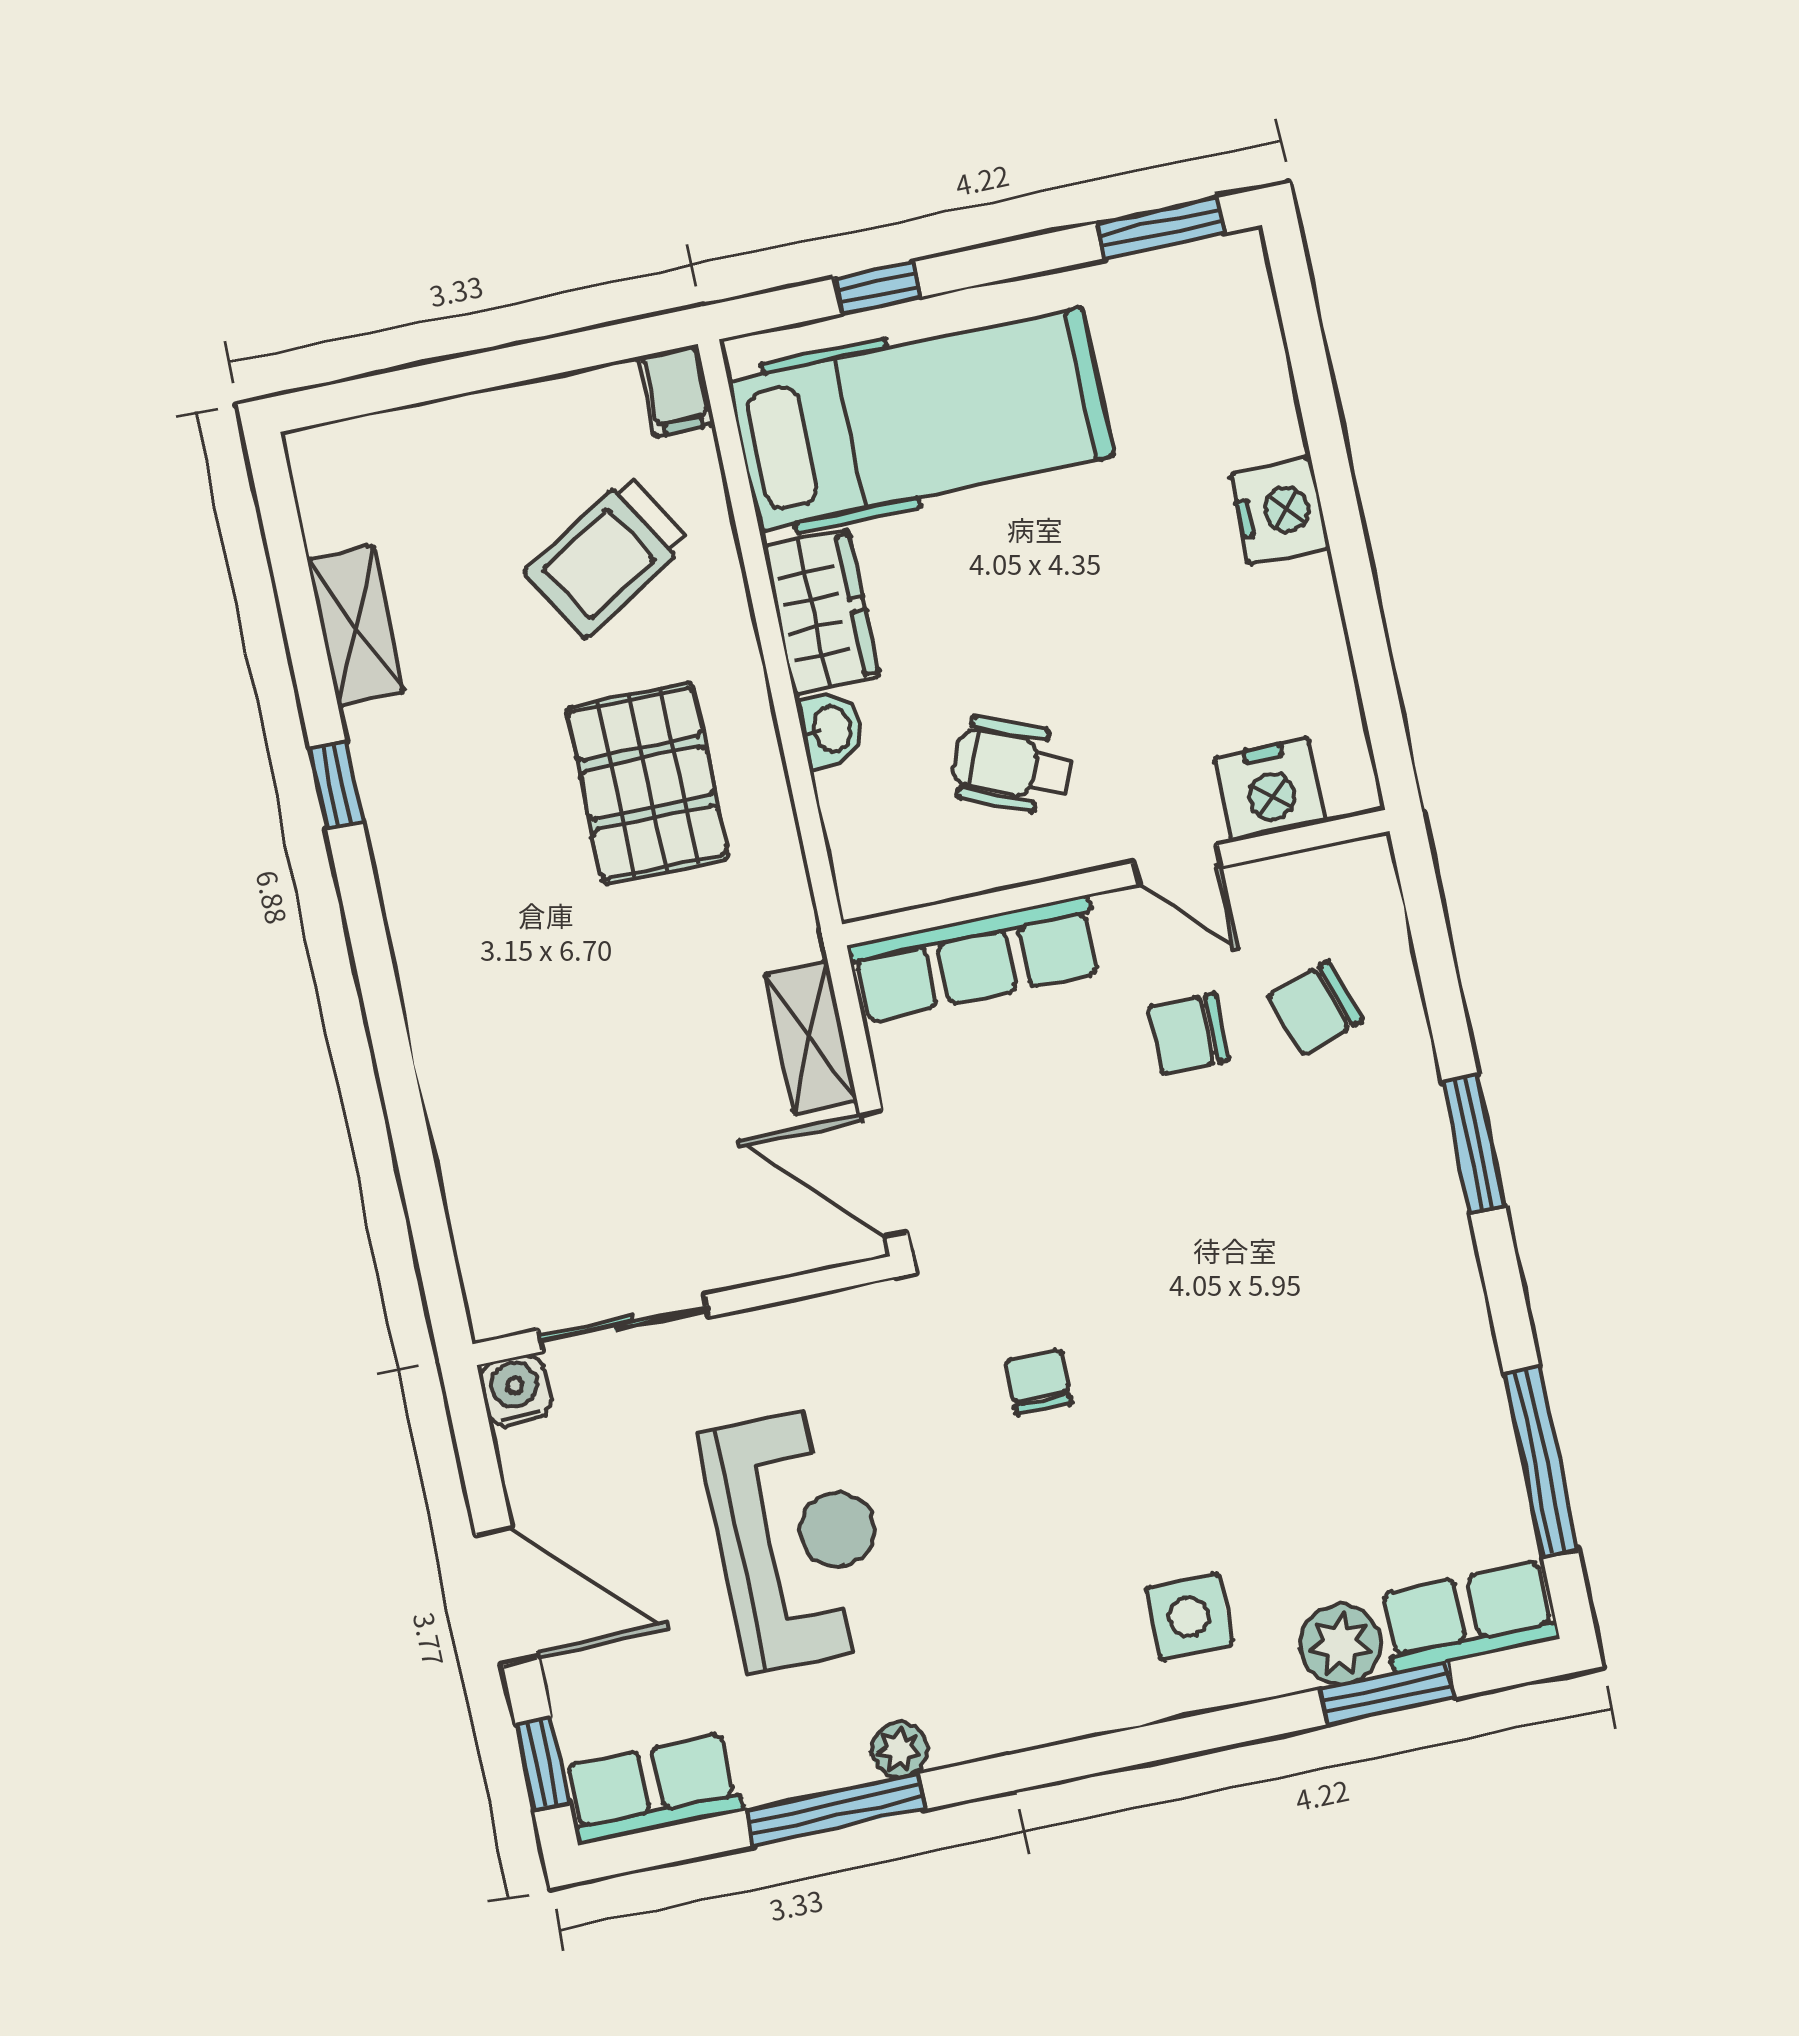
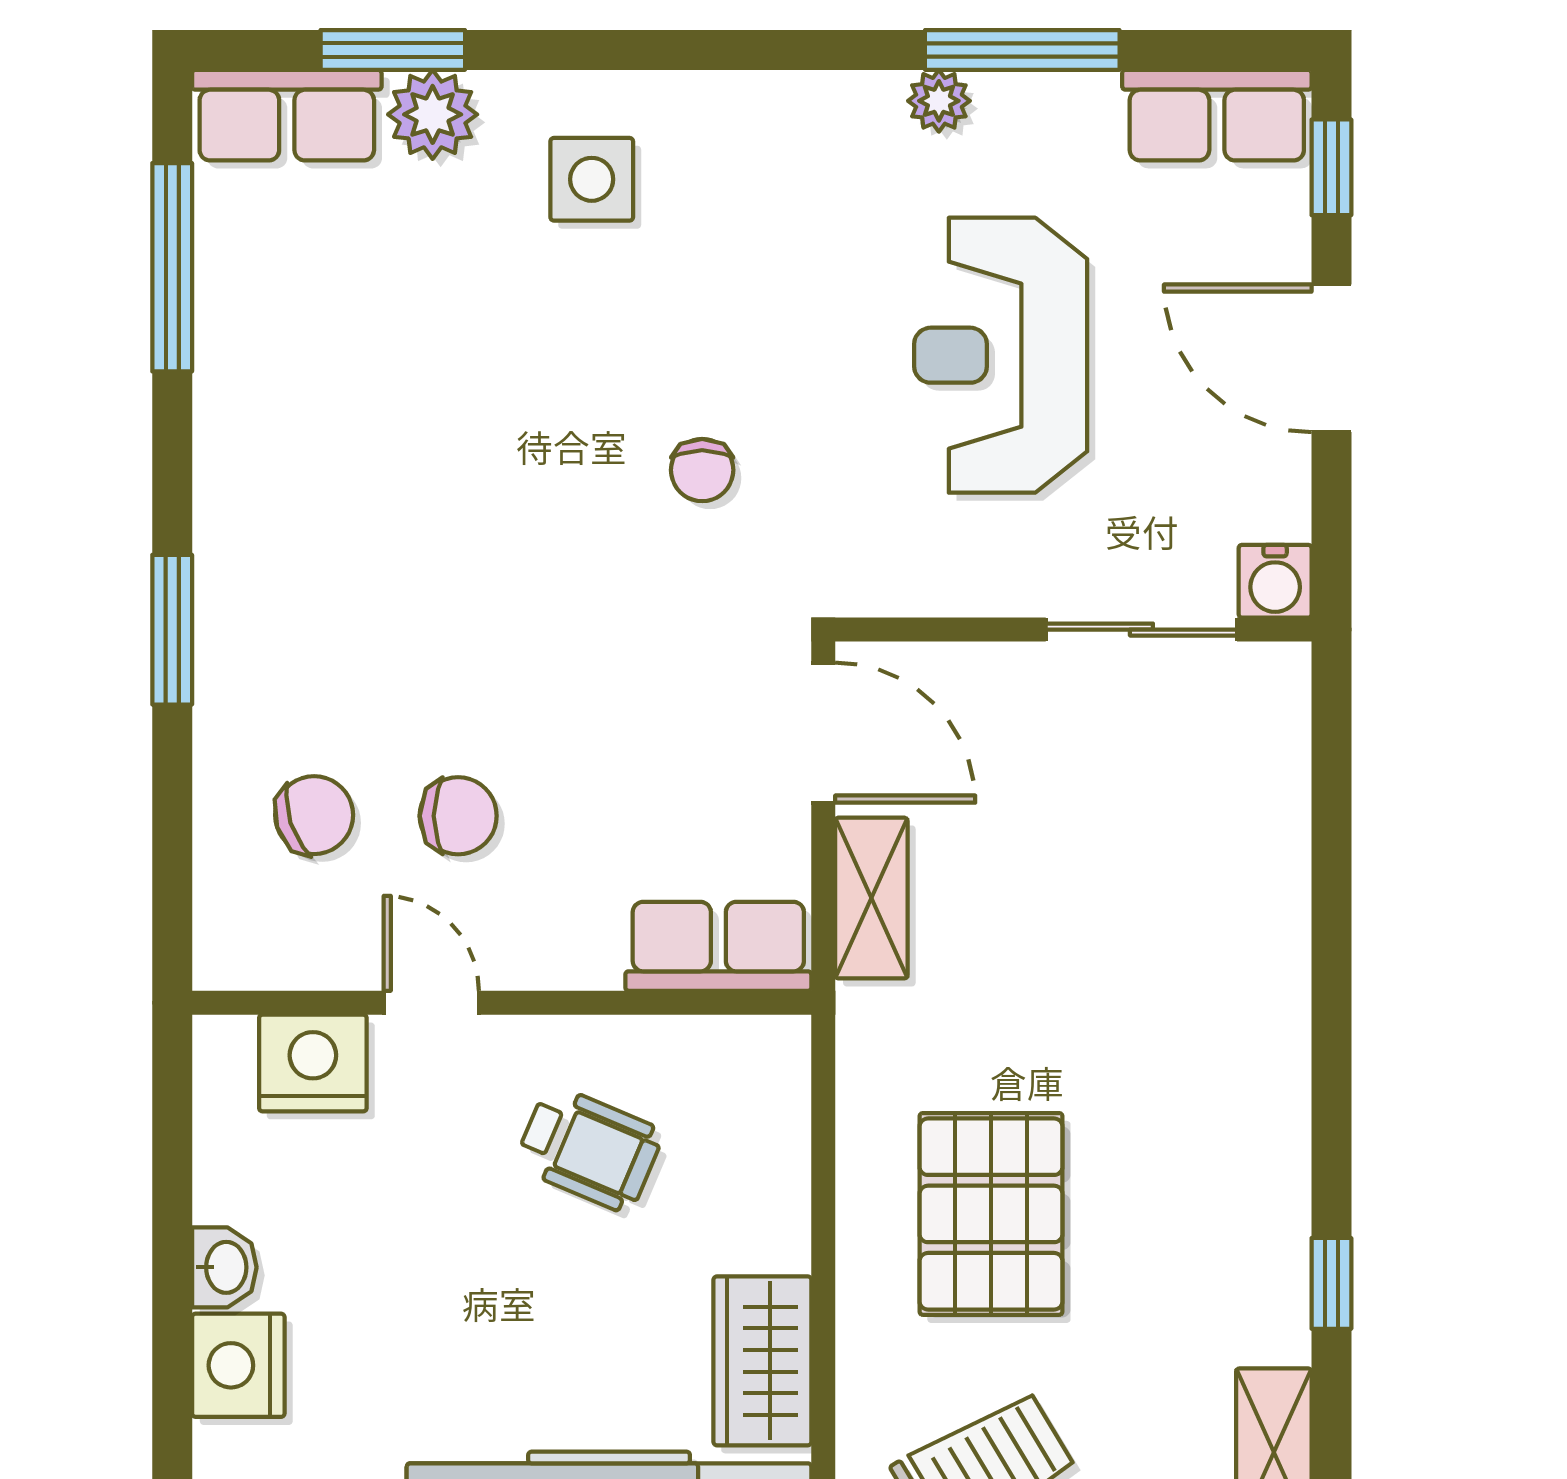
washbasin: (831, 729) -> (224, 1267), moved, turned 180
row of seats: (975, 959) -> (718, 946), width x0.68

